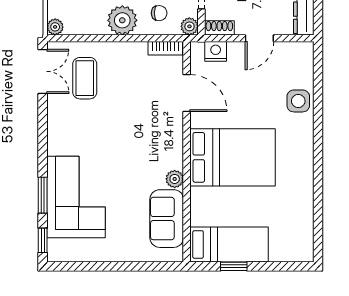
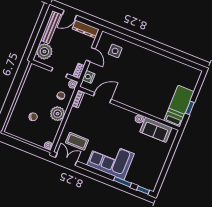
side table: (298, 101) -> (115, 51), moved
bed: (232, 157) -> (140, 89), removed
corner sofa: (76, 197) -> (111, 159), moved

